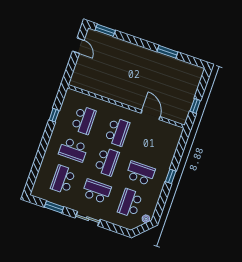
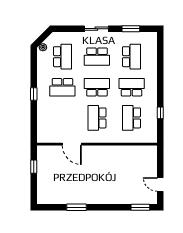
school desk: (107, 162) -> (97, 87), turned 90

